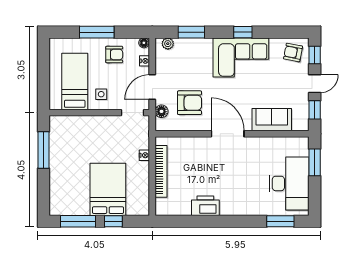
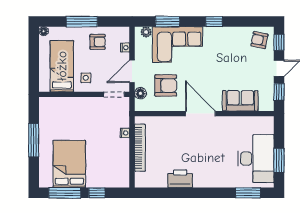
floor lamp: (144, 43) -> (44, 31), moved
corner sofa: (241, 57) -> (177, 45), moved
window: (44, 150) -> (34, 140), moved
window: (315, 162) -> (279, 160), moved
bed: (108, 189) -> (69, 164), moved

